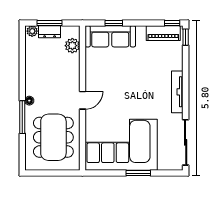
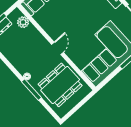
dining table: (53, 137) -> (60, 85), turned 90

